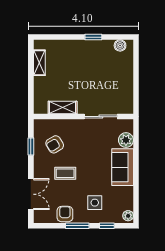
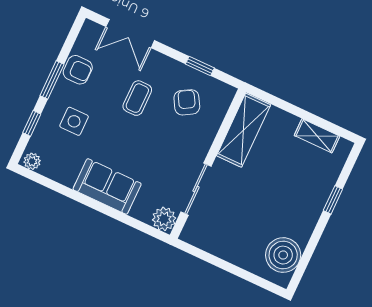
window: (93, 37) -> (333, 200), moved
boiler: (120, 45) -> (283, 255), width x1.86, depth x1.86
shelving: (63, 107) -> (244, 130), width x1.50, depth x1.33
plant: (126, 140) -> (164, 219), moved

